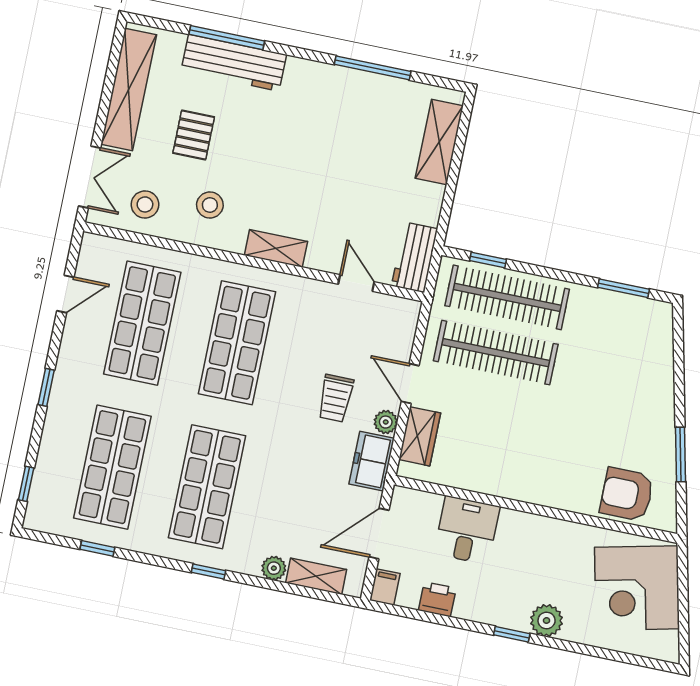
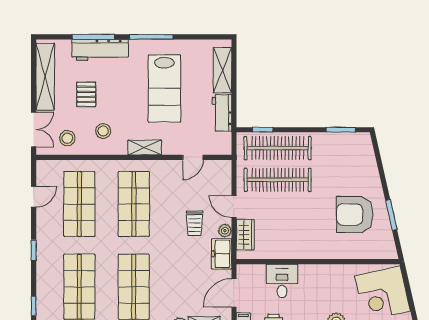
window: (373, 68) -> (151, 37), moved
lab bench: (332, 153) -> (164, 88), added
workbench: (415, 257) -> (222, 113), moved
door: (356, 283) -> (193, 157), swing flipped
armchair: (627, 494) -> (355, 215), moved, width x1.36, depth x1.36

